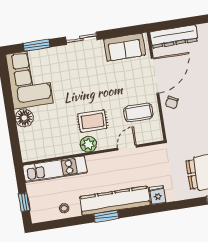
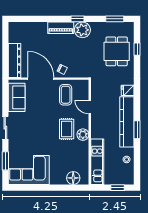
floor lamp: (24, 118) -> (73, 178), moved

